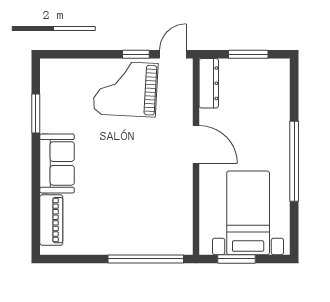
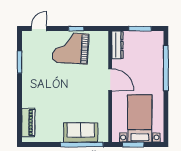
door: (173, 54) -> (39, 29), moved
window: (294, 161) -> (166, 68), moved
sofa: (57, 163) -> (81, 132), moved, turned -90

